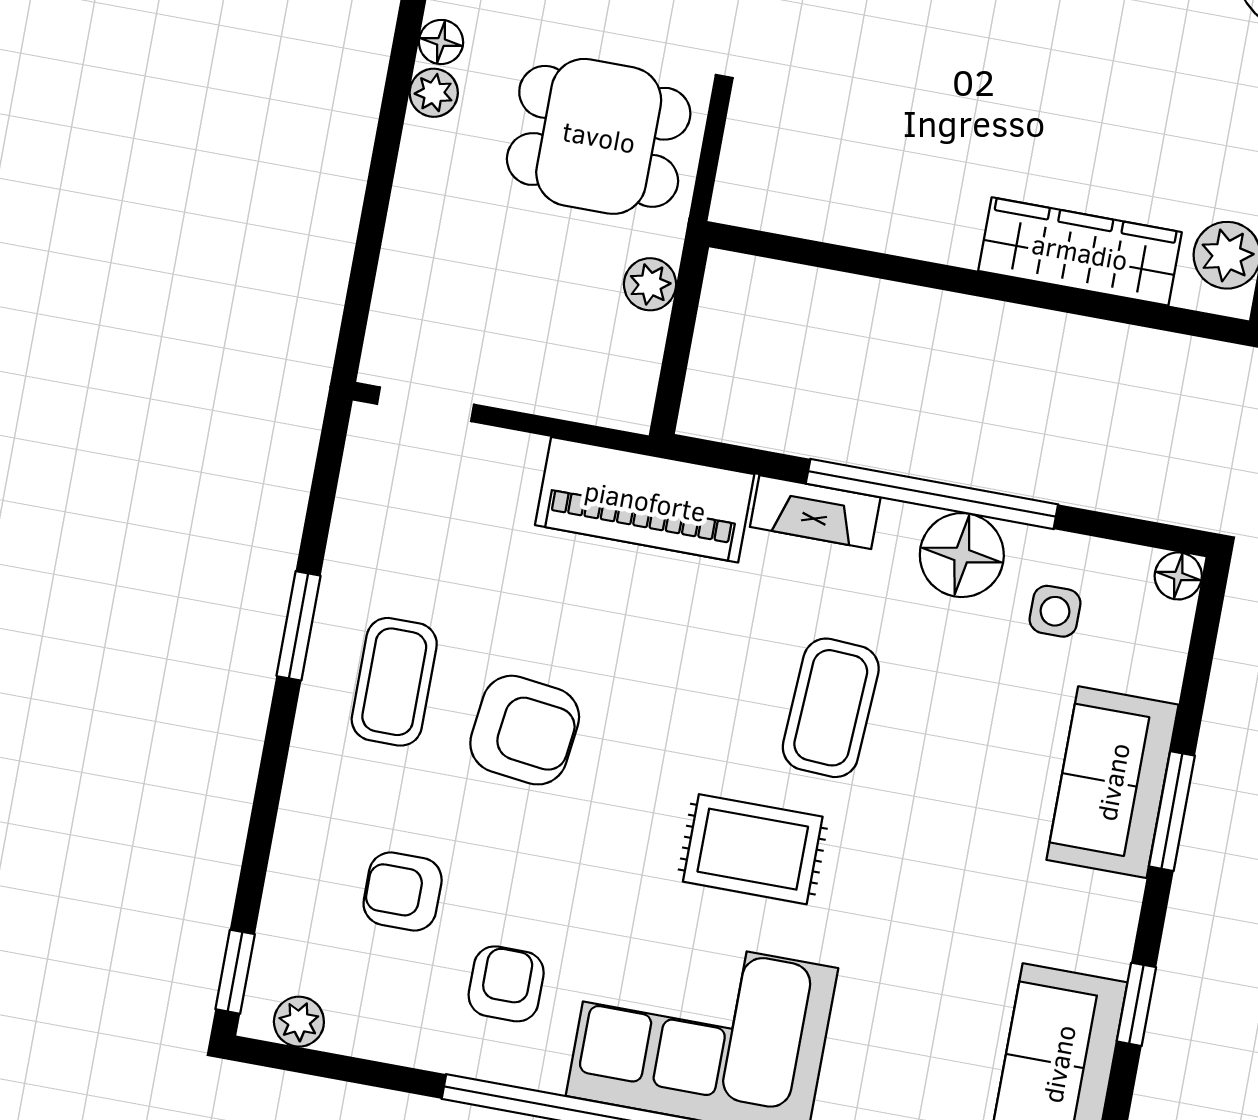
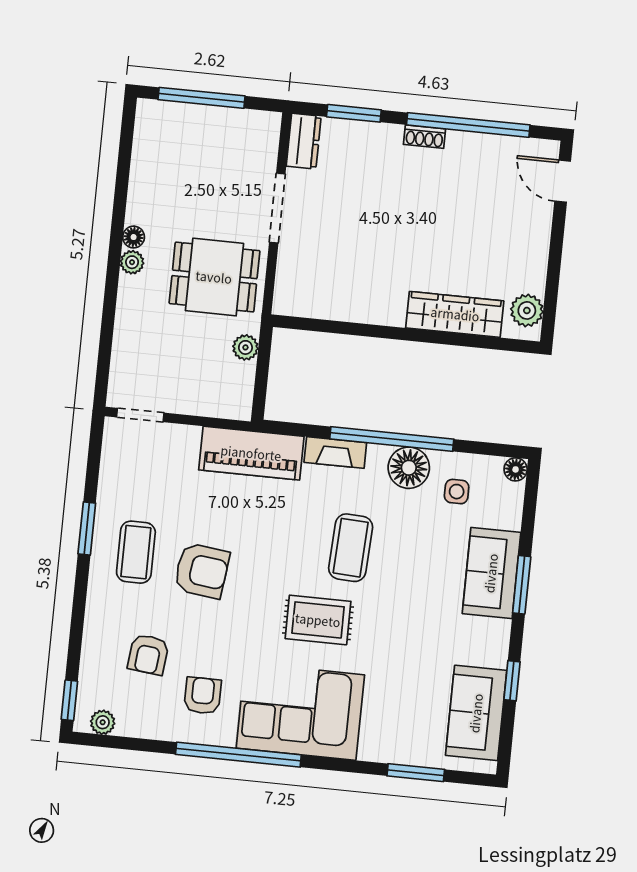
armchair: (403, 891) -> (148, 654), turned -84

